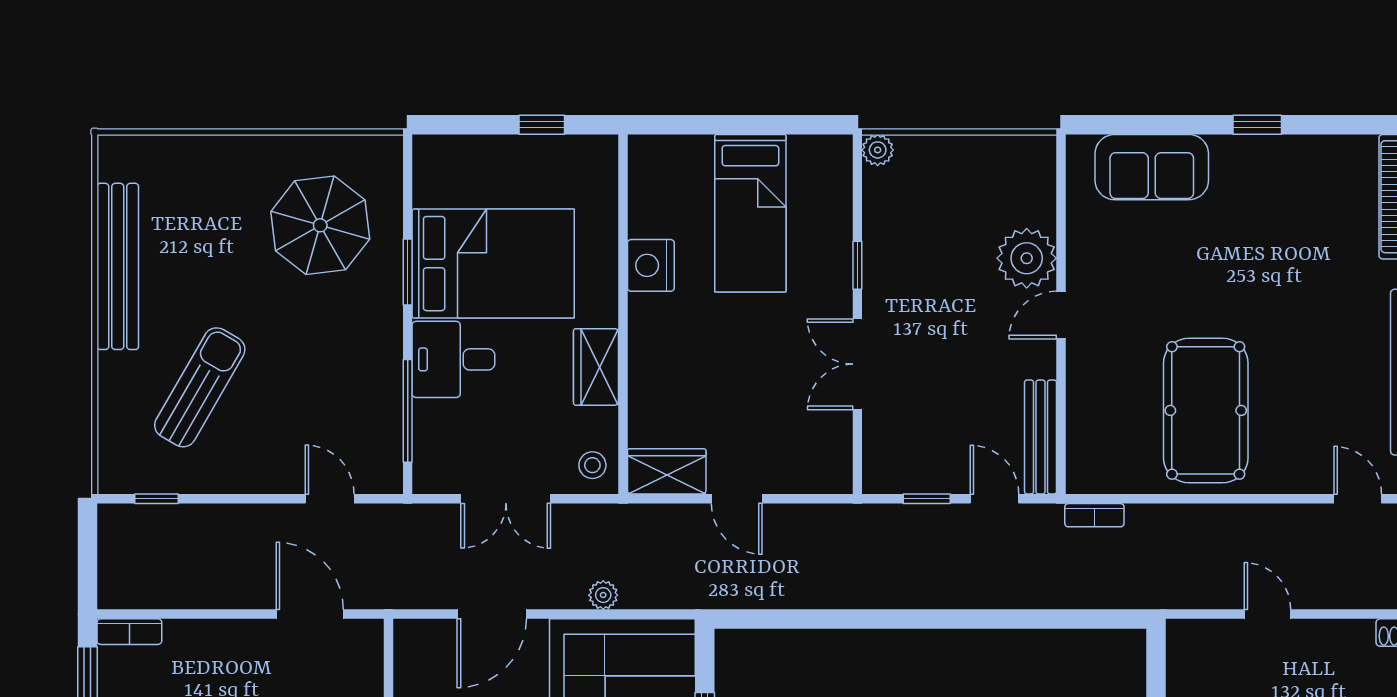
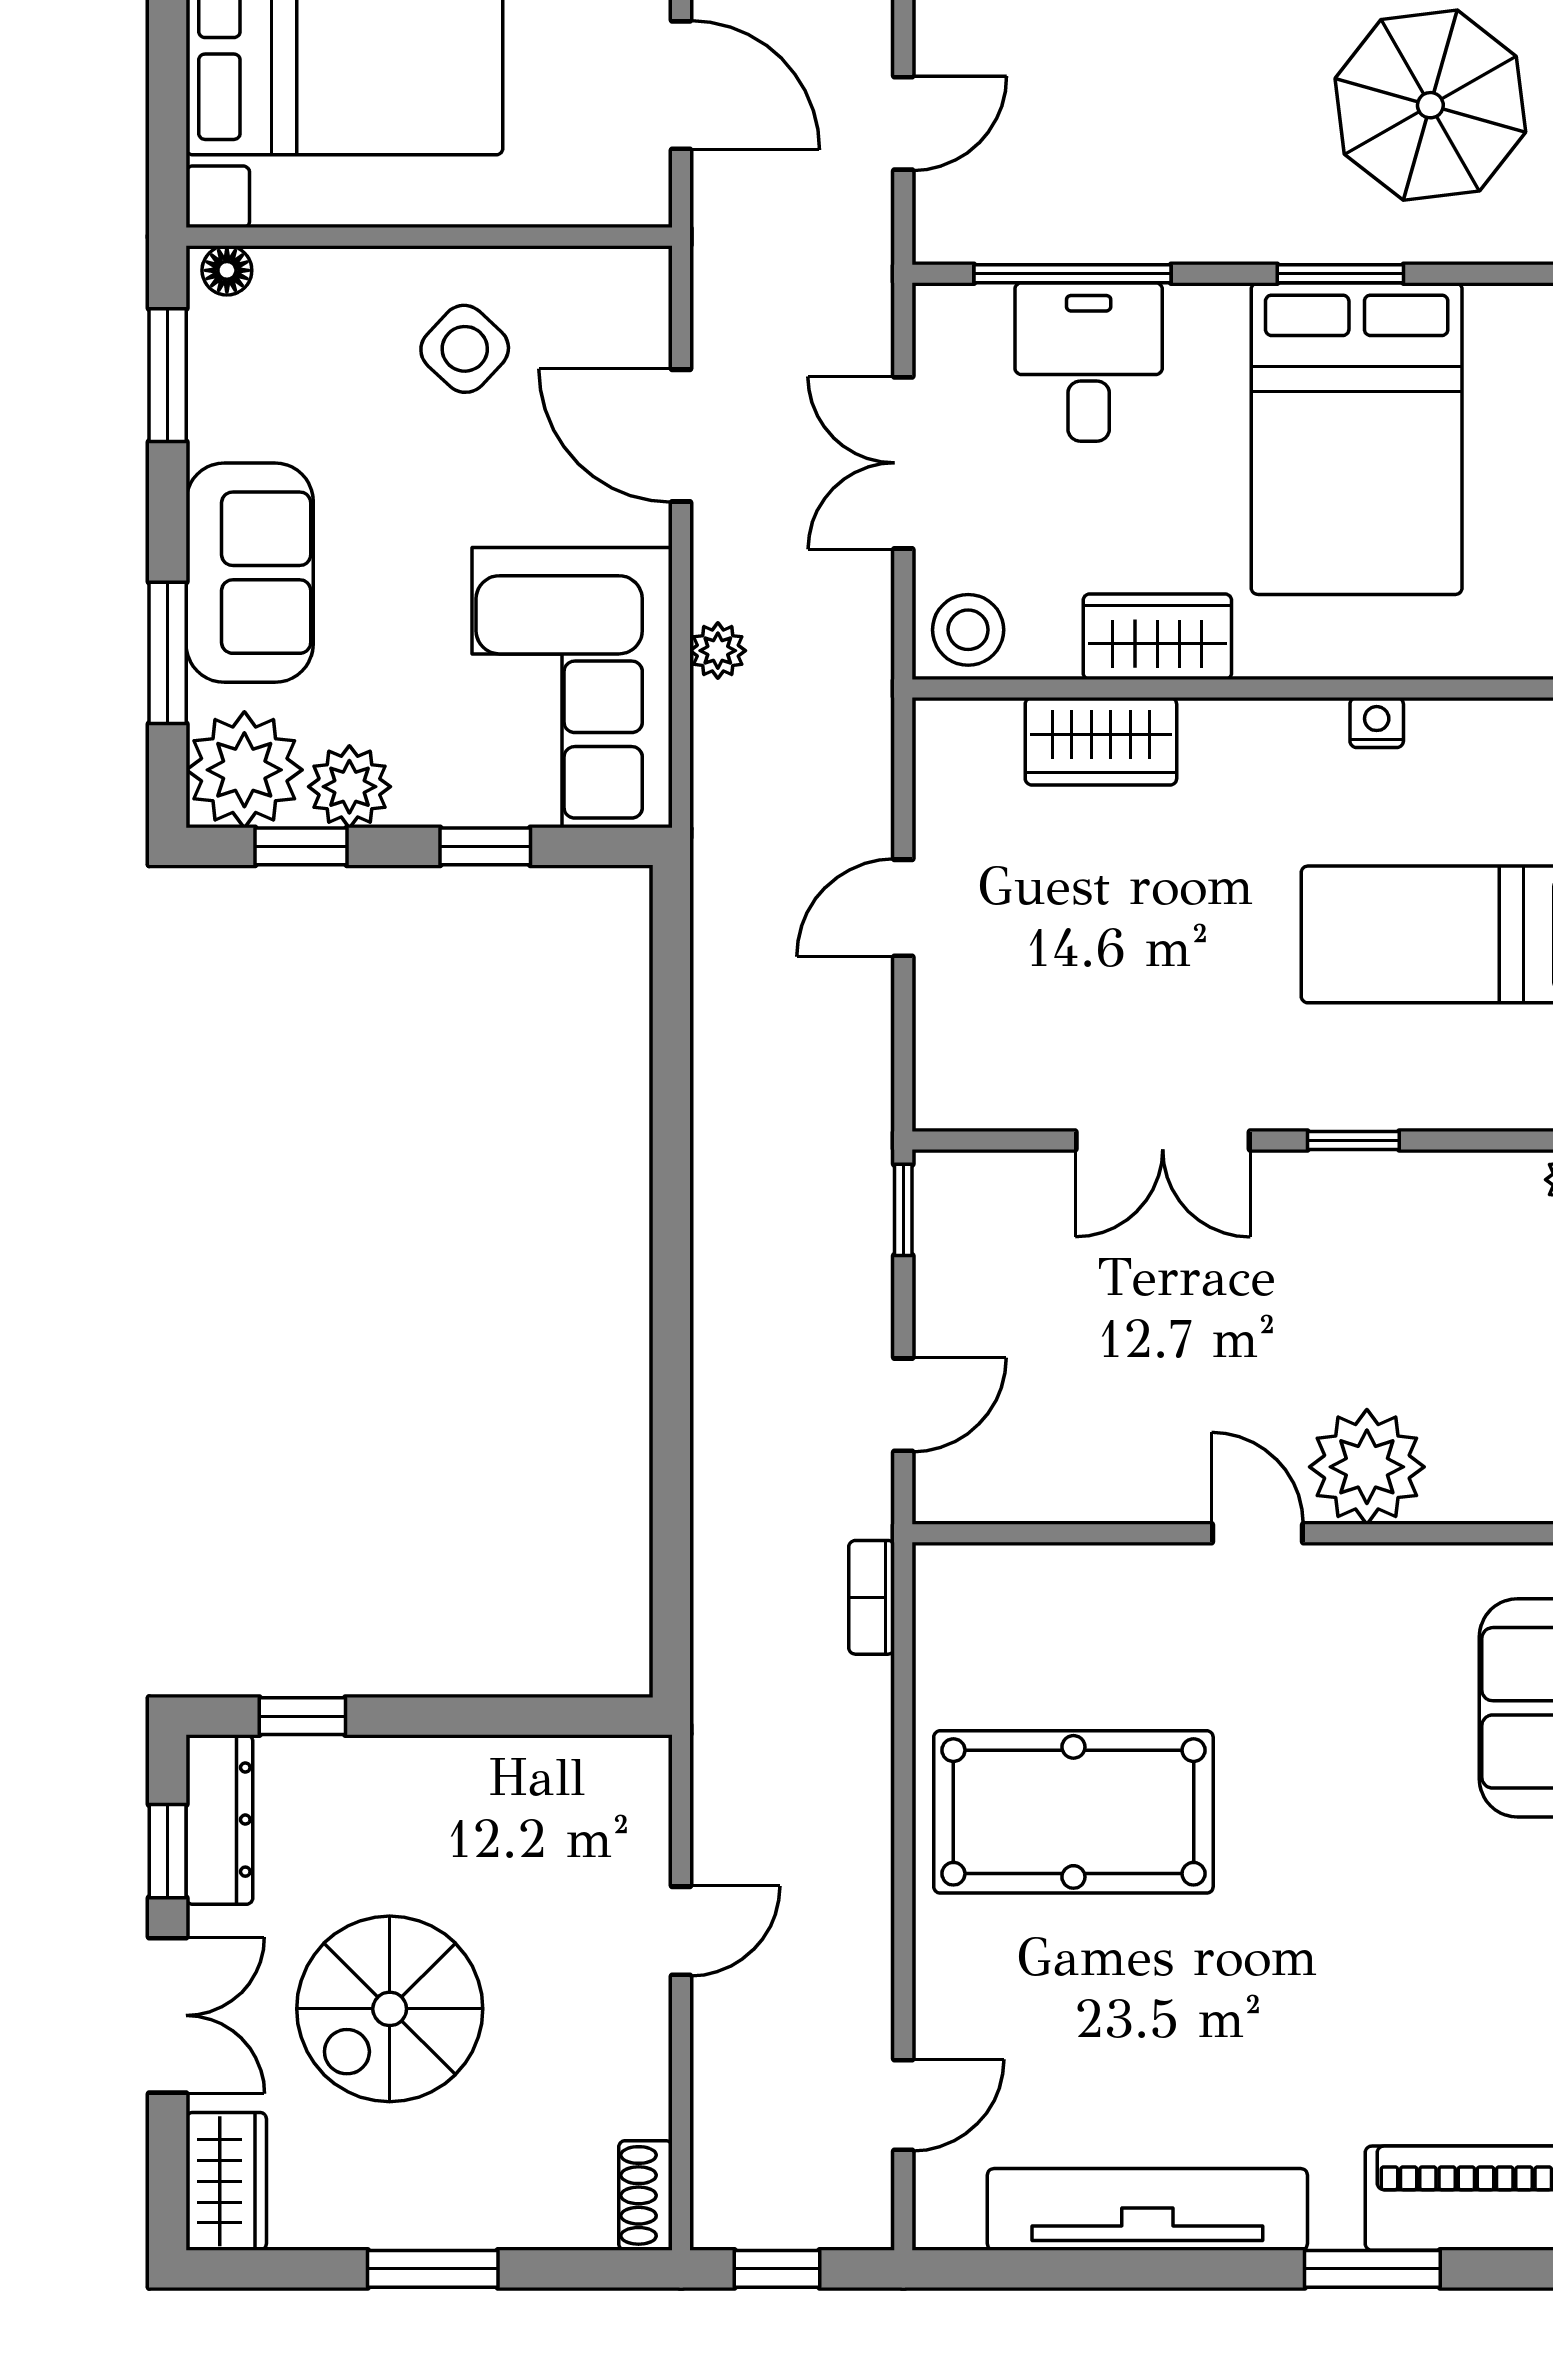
nightstand: (651, 265) -> (1377, 723), width x0.53, depth x0.56
desk: (453, 359) -> (1089, 362), moved
double door: (857, 364) -> (1163, 1141), swing flipped
bench: (1041, 437) -> (1022, 1493), removed
stool: (592, 465) -> (968, 630), width x1.37, depth x1.37
wardrobe: (667, 471) -> (1101, 741), moved, turned 90
window: (927, 499) -> (903, 1210), moved
door: (310, 614) -> (681, 85), hinge flipped

